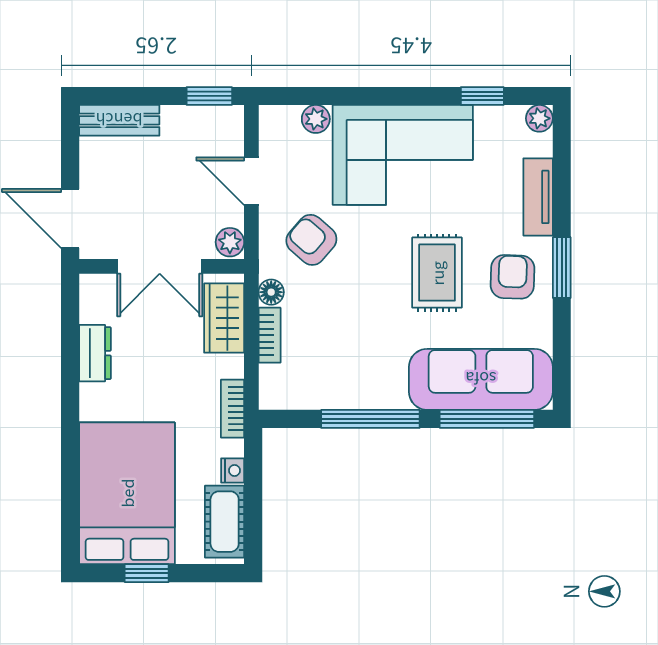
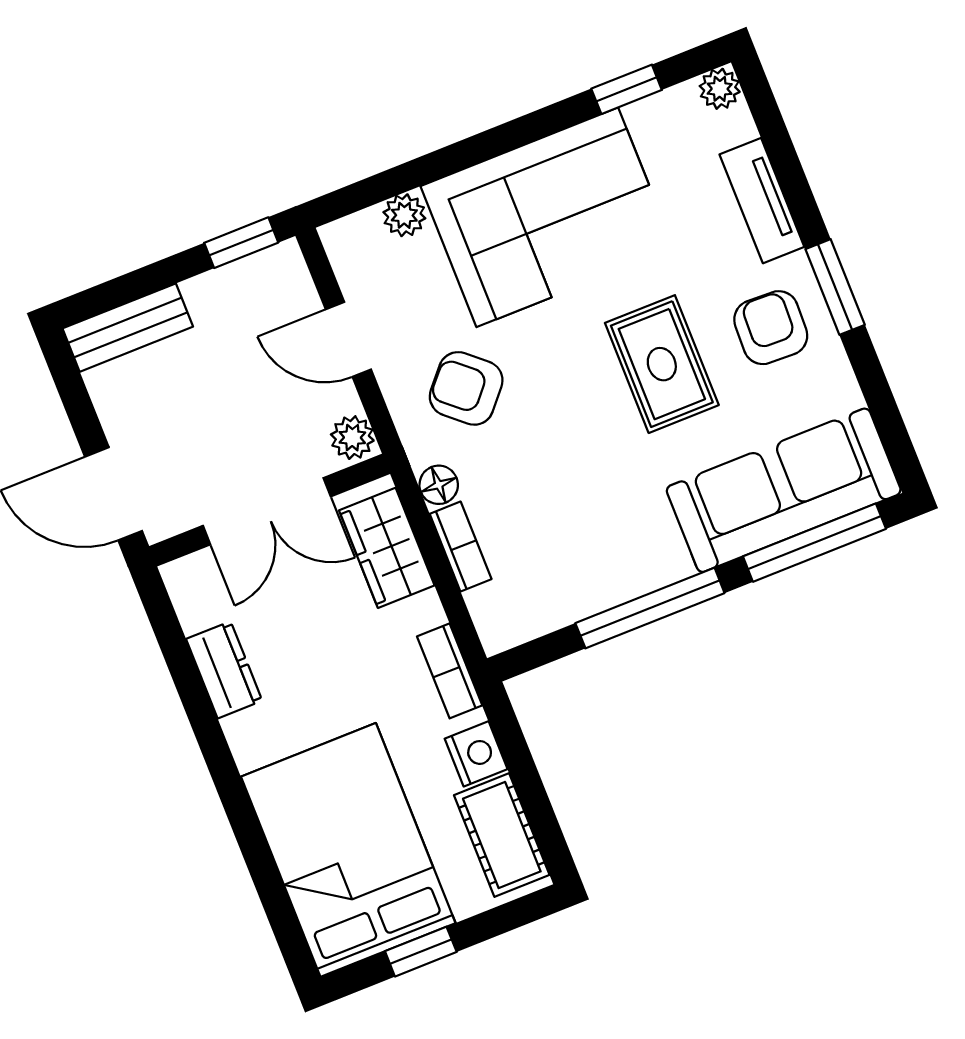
nightstand: (233, 470) -> (476, 754), width x1.39, depth x1.35

